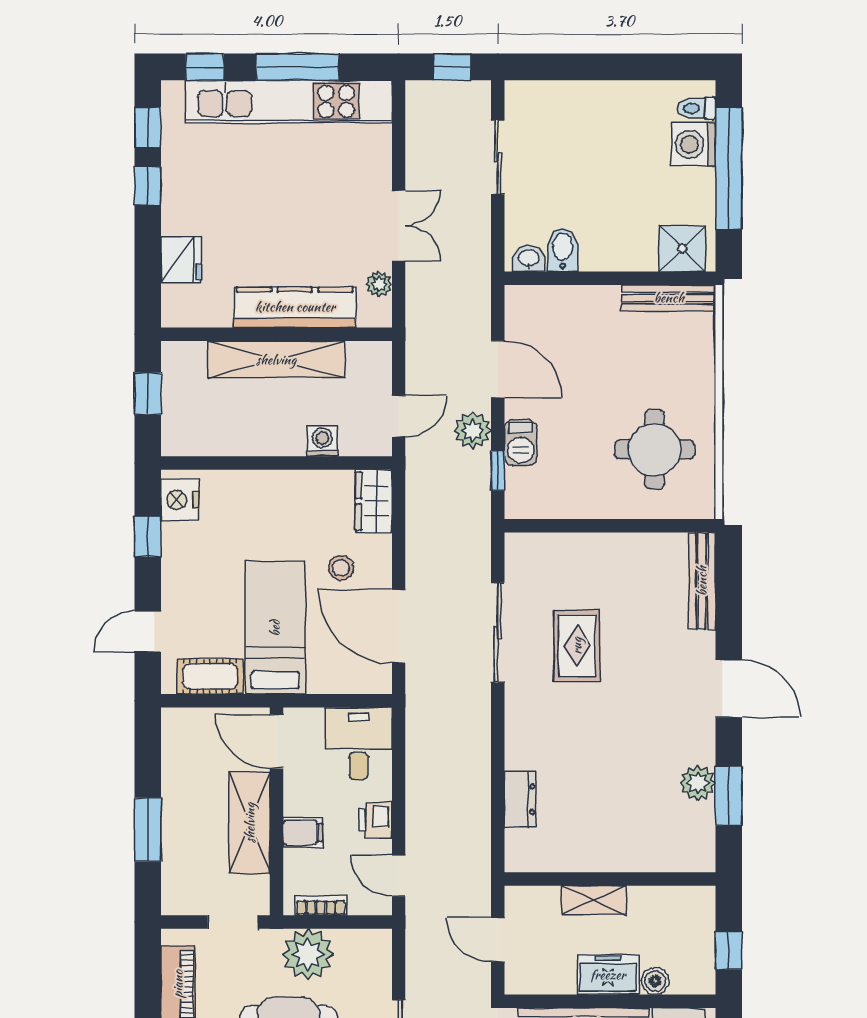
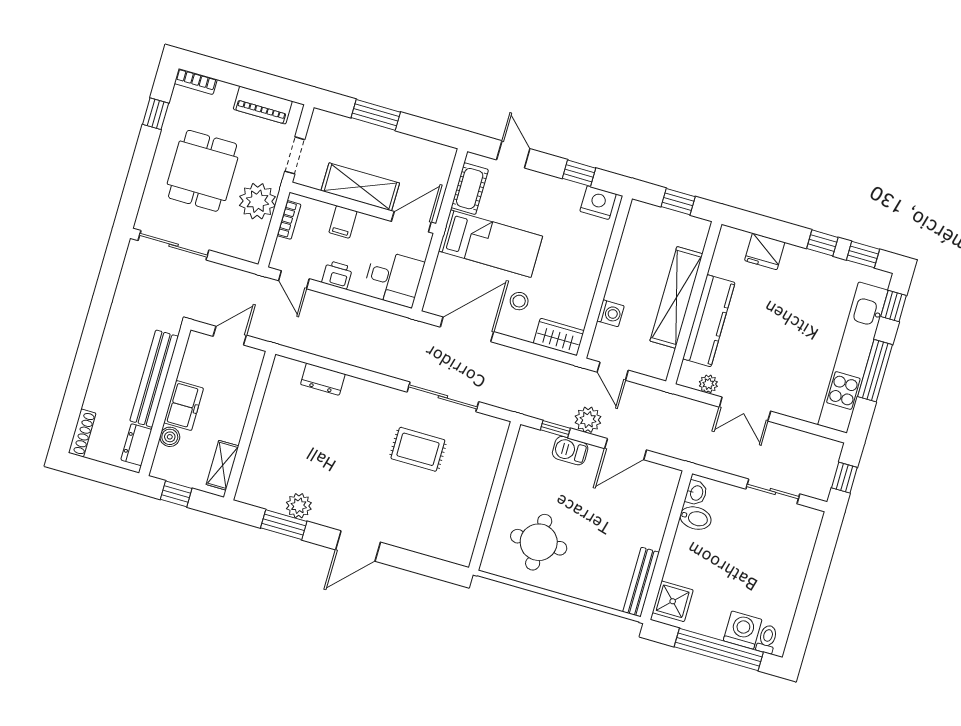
bench: (702, 581) -> (438, 549), removed
door: (399, 876) -> (294, 280), swing flipped
shelving: (594, 900) -> (222, 465), moved

